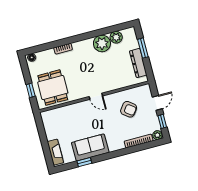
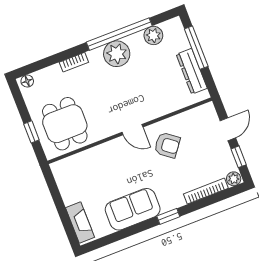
window: (94, 34) -> (119, 34), added
plant: (102, 43) -> (117, 54), moved
window: (143, 48) -> (196, 48), width x1.44
armchair: (129, 109) -> (167, 145), moved
window: (84, 162) -> (168, 216), moved

